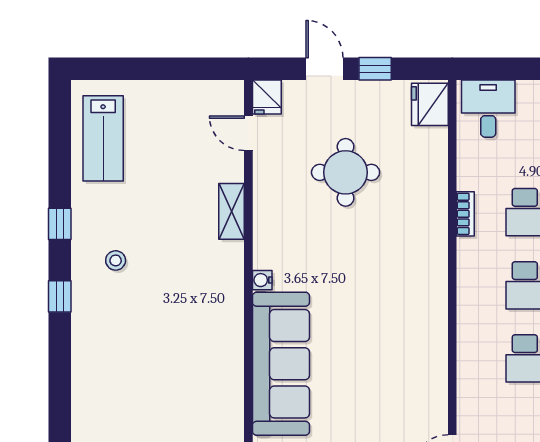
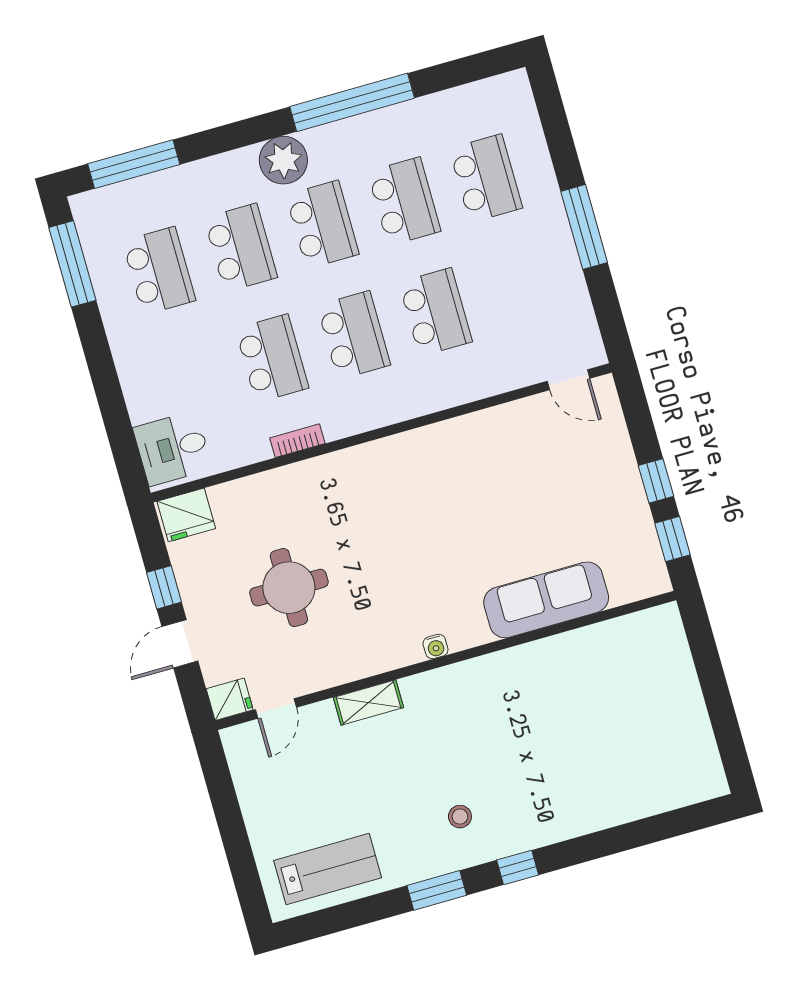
window: (60, 224) -> (437, 890), width x1.50
sofa: (281, 364) -> (546, 600), width x0.74, depth x0.79

